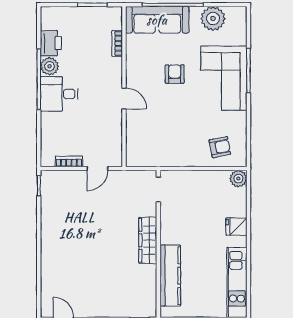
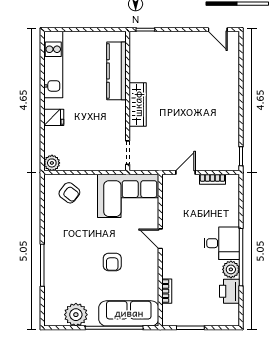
corner sofa: (224, 78) -> (128, 196), moved, turned 90
armchair: (220, 147) -> (69, 193), turned -131

